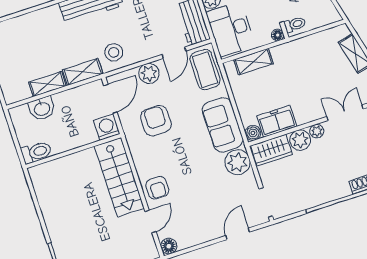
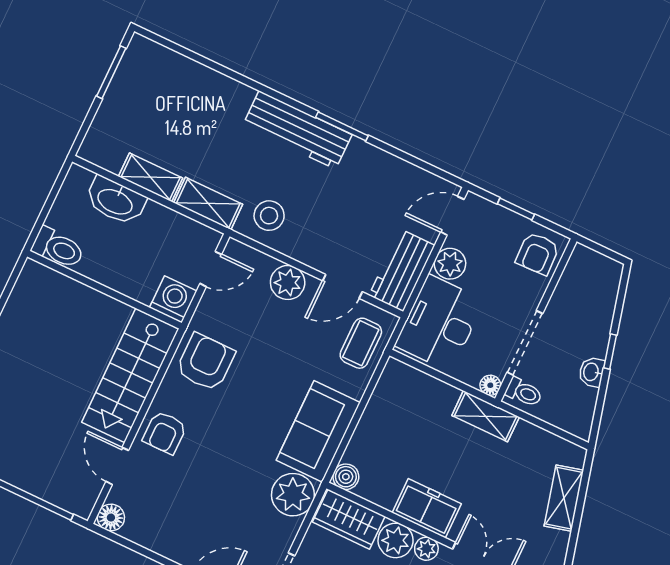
shelving: (253, 62) -> (486, 416), moved
coffee table: (205, 70) -> (361, 343), width x0.73, depth x0.77
door: (110, 99) -> (211, 269), width x0.73
washbasin: (42, 108) -> (115, 201), width x1.38
armchair: (156, 121) -> (205, 362), moved
freezer: (277, 121) -> (427, 508), moved
door: (150, 221) -> (117, 466), swing flipped

